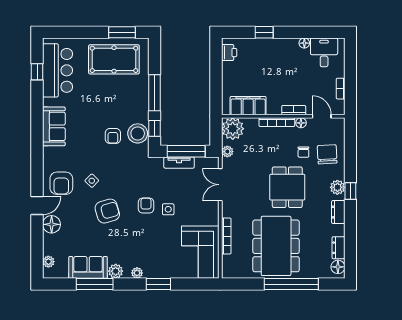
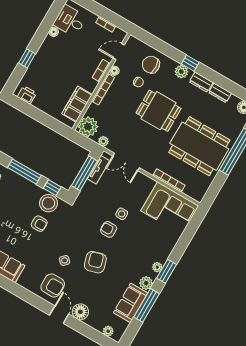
tv unit: (179, 163) -> (98, 170), moved
dresser: (338, 248) -> (220, 93), moved
window: (158, 284) -> (166, 271), moved

